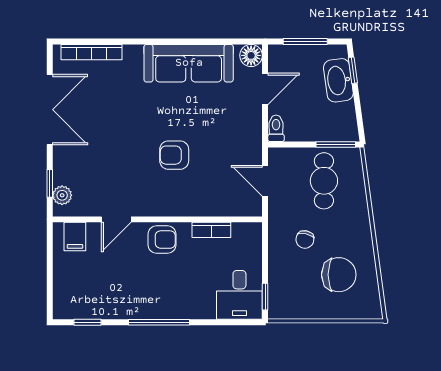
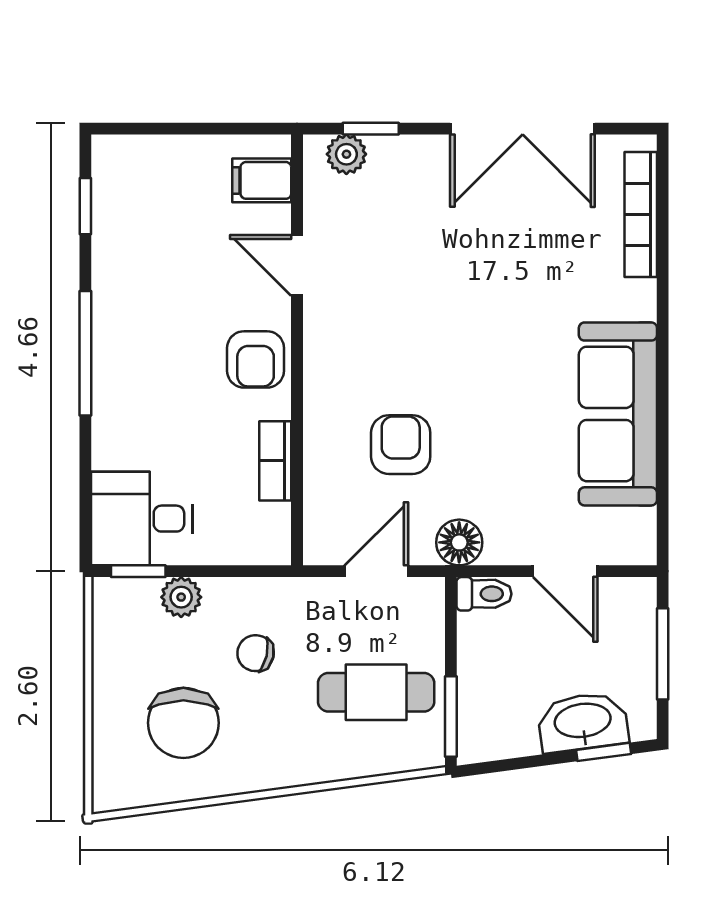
floor lamp: (251, 55) -> (459, 542), moved
armchair: (174, 155) -> (401, 445), moved
plant: (278, 276) -> (181, 597), added

